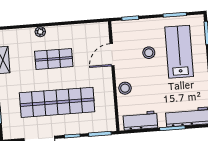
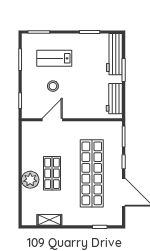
plant: (40, 32) -> (30, 180), width x1.88, depth x1.88
lab bench: (179, 52) -> (54, 58), width x0.73, depth x0.72
door: (112, 55) -> (52, 120), swing flipped
stool: (125, 88) -> (84, 110), removed

